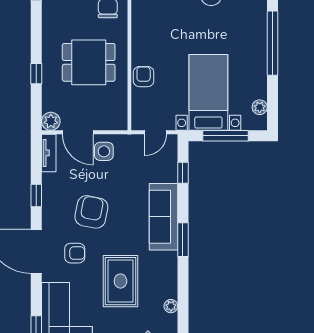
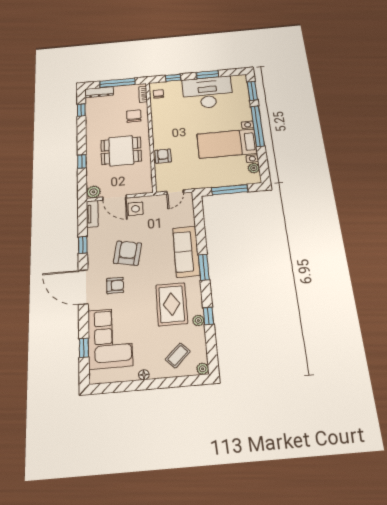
bed with nightstands: (208, 92) -> (227, 144), moved, turned -90
window: (183, 173) -> (208, 316), moved
rug: (120, 281) -> (172, 304), moved

